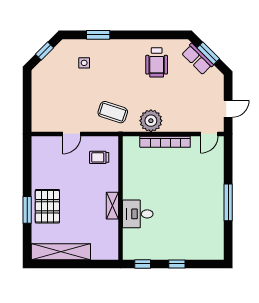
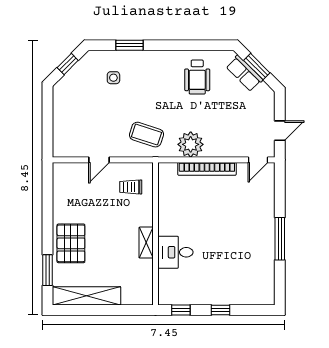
window: (27, 210) -> (48, 270), moved

